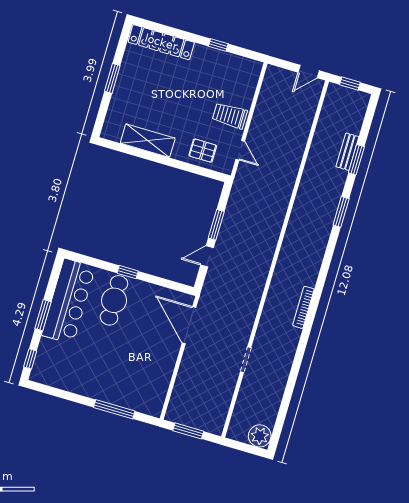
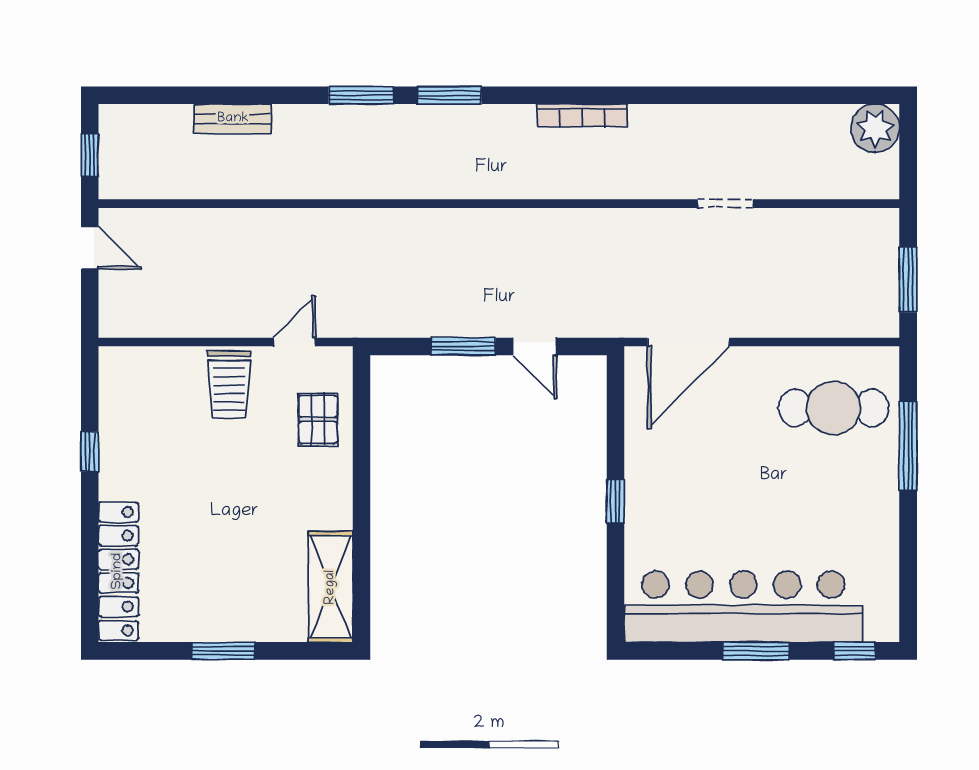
shelving: (148, 141) -> (331, 587), moved
window: (356, 160) -> (449, 95), moved
cafe table: (114, 300) -> (834, 408), moved
bar counter: (68, 301) -> (743, 607), width x1.36

